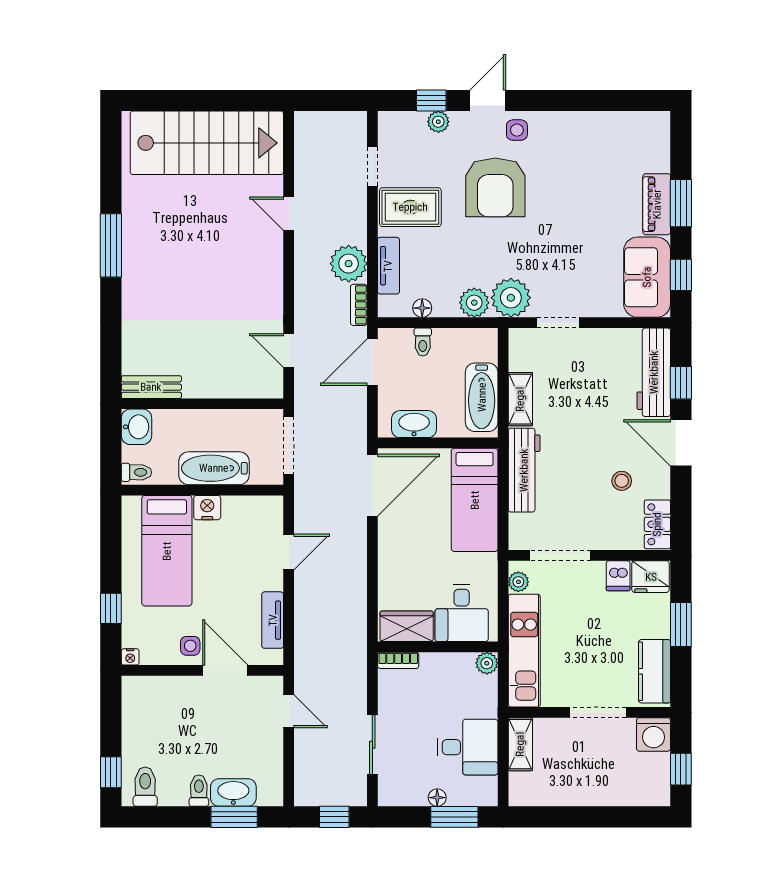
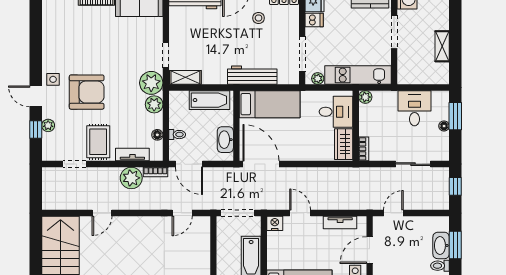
shelving: (520, 399) -> (185, 77), moved
nightstand: (207, 508) -> (275, 223), moved, turned 90
shelving: (520, 744) -> (442, 46), moved, turned 90

